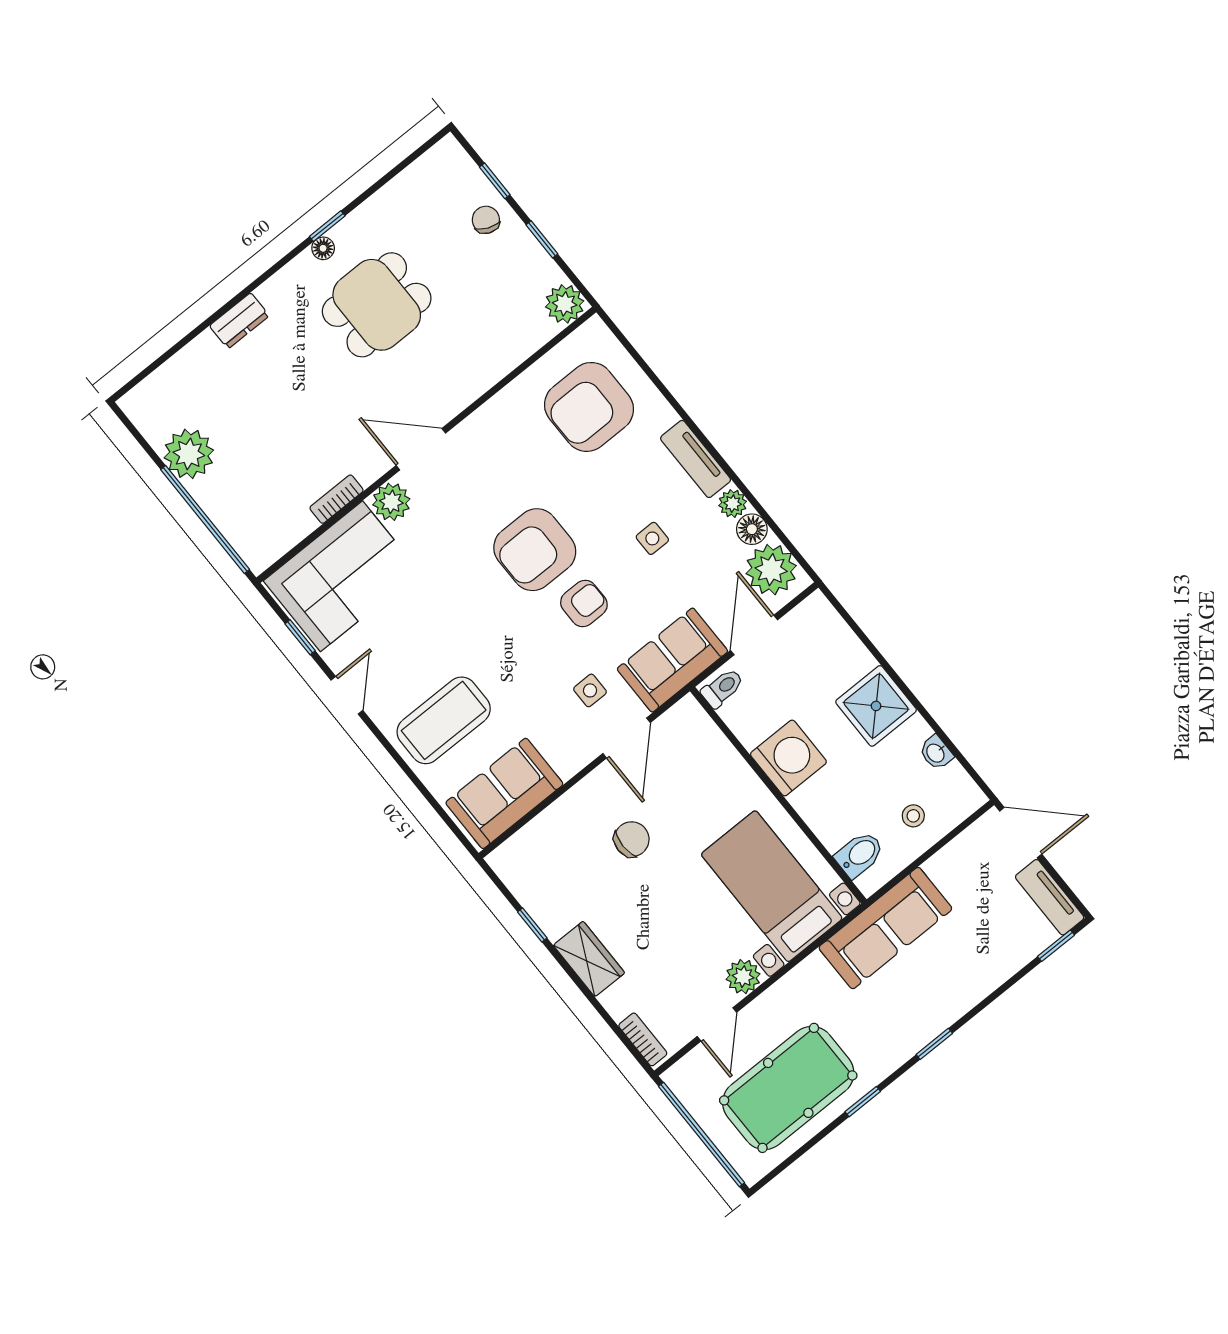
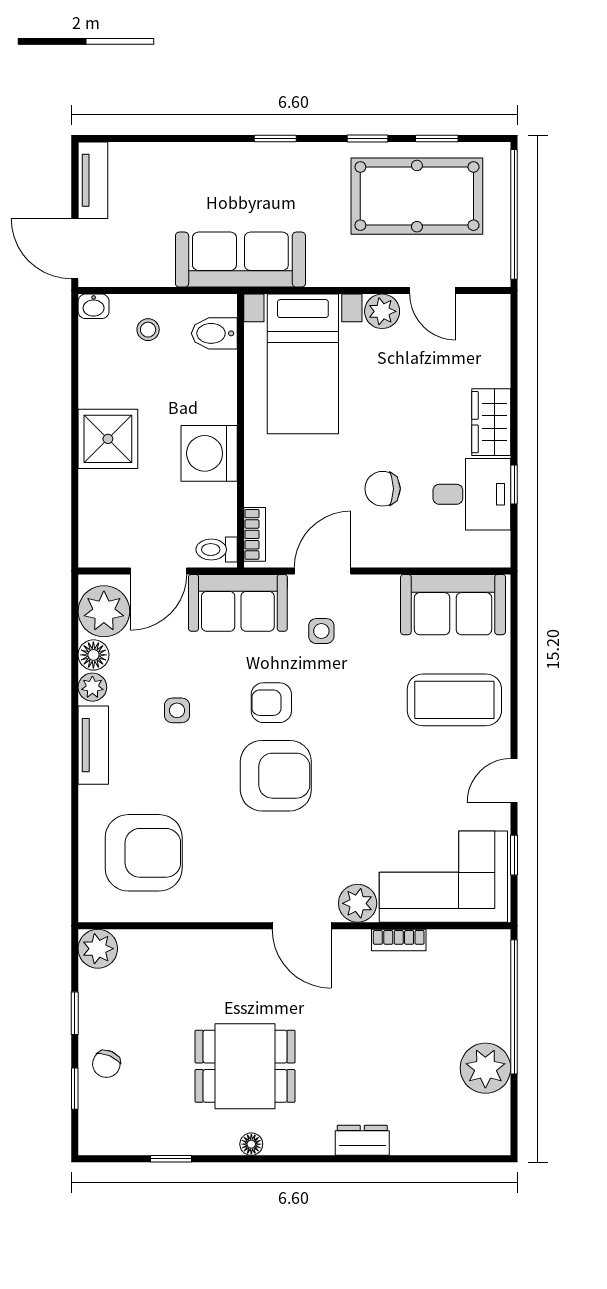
window: (327, 226) -> (171, 1159), moved
washbasin: (936, 753) -> (94, 306), moved, turned 90
desk: (559, 891) -> (472, 494), added
window: (1056, 946) -> (437, 138), moved
door: (717, 1024) -> (433, 291), swing flipped
bookcase: (643, 1039) -> (255, 534), moved, turned 180

